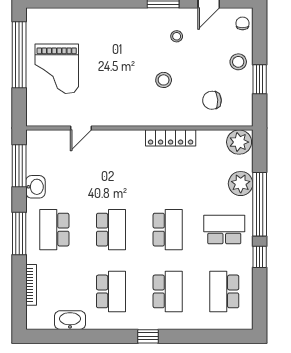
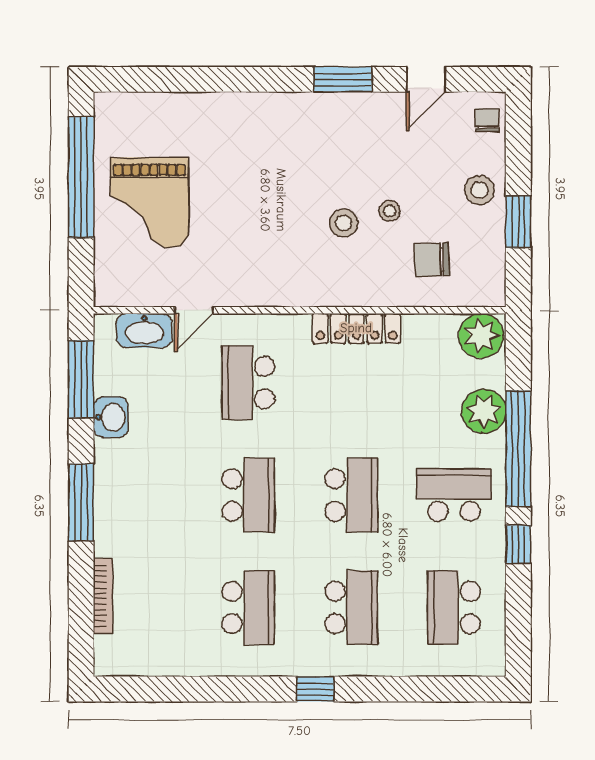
stool: (177, 36) -> (390, 211), moved
school desk: (54, 230) -> (248, 383), moved
washbasin: (70, 320) -> (144, 330), moved, turned 180

